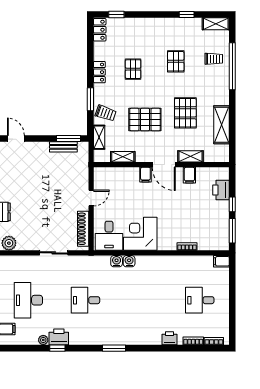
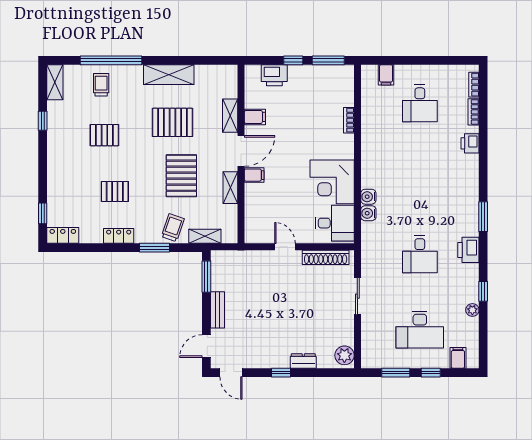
shelving: (221, 125) -> (169, 75), moved
bench: (63, 147) -> (218, 310), moved
shelving: (123, 157) -> (230, 188), moved
filing cabinet: (221, 261) -> (386, 75), moved
printer: (59, 337) -> (468, 250), moved

